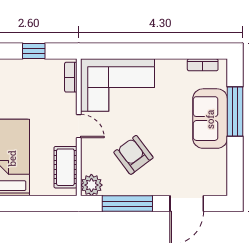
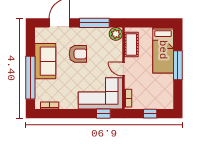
window: (112, 51) -> (103, 114), added
window: (235, 111) -> (30, 78), width x1.46
sofa: (210, 119) -> (45, 61), moved
armchair: (133, 155) -> (78, 54), moved, turned -53

